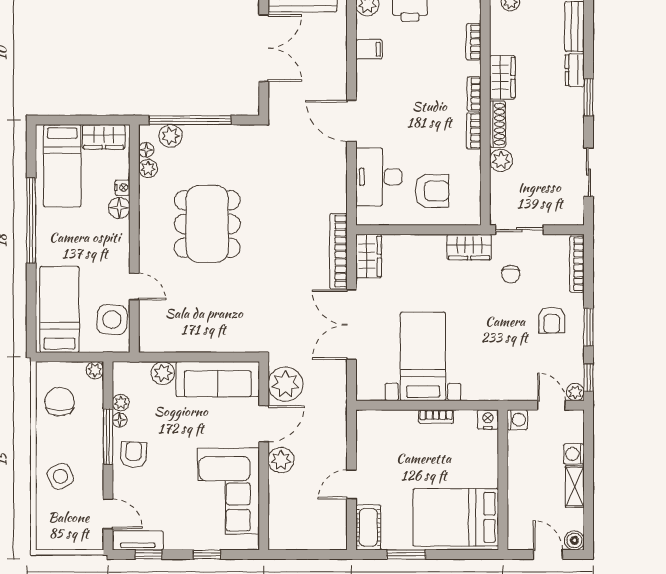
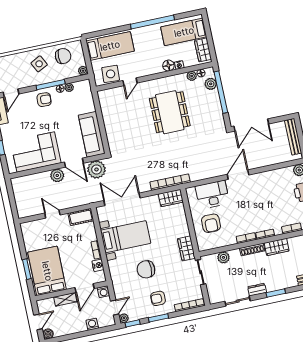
double door: (264, 48) -> (251, 125), moved
filing cabinet: (369, 49) -> (276, 176), removed
dresser: (575, 70) -> (257, 290), moved
plant: (501, 160) -> (223, 257), moved
dining table: (207, 224) -> (170, 112), turned 90
chair: (511, 274) -> (146, 269), moved, width x1.87, depth x1.87
double door: (352, 325) -> (122, 199), moved
plant: (163, 373) -> (89, 106), removed
nightstand: (488, 419) -> (98, 265), moved
door: (503, 454) -> (85, 288), added
side table: (60, 476) -> (39, 64), moved
shelving: (575, 487) -> (65, 299), moved
cot: (368, 527) -> (81, 217), moved
window: (406, 554) -> (27, 269), moved

